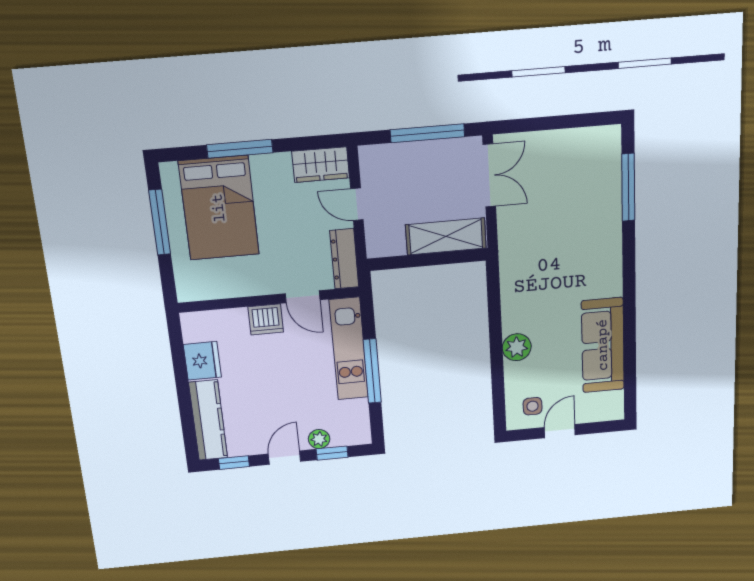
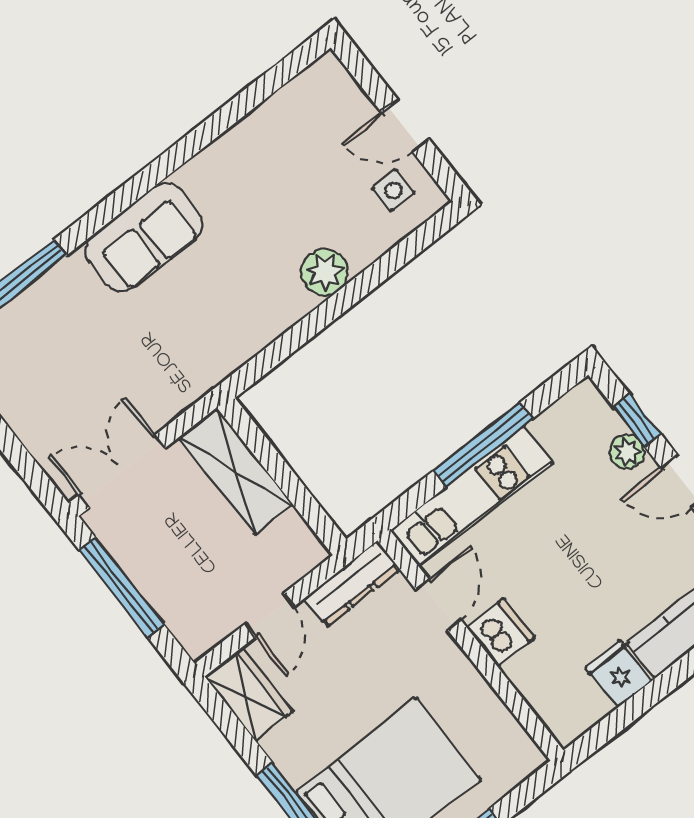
sofa: (603, 345) -> (144, 237), moved, width x0.73
fridge: (202, 361) -> (619, 674), width x0.72

